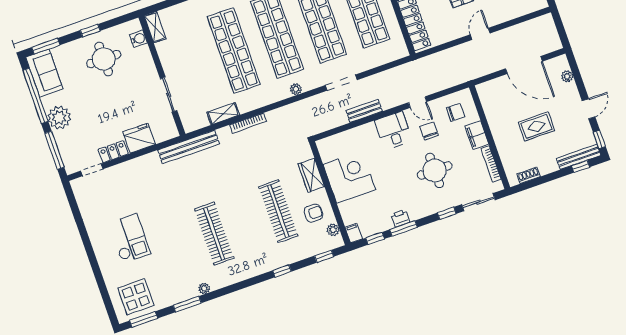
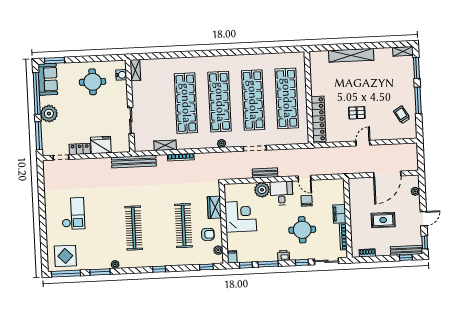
window: (90, 31) -> (89, 59), removed
door: (524, 65) -> (387, 174), hinge flipped
chair: (456, 112) -> (329, 193), removed
plant: (367, 134) -> (262, 190), added
printer: (400, 218) -> (284, 255), moved
window: (282, 271) -> (159, 269), moved
window: (144, 319) -> (66, 274), width x1.44

